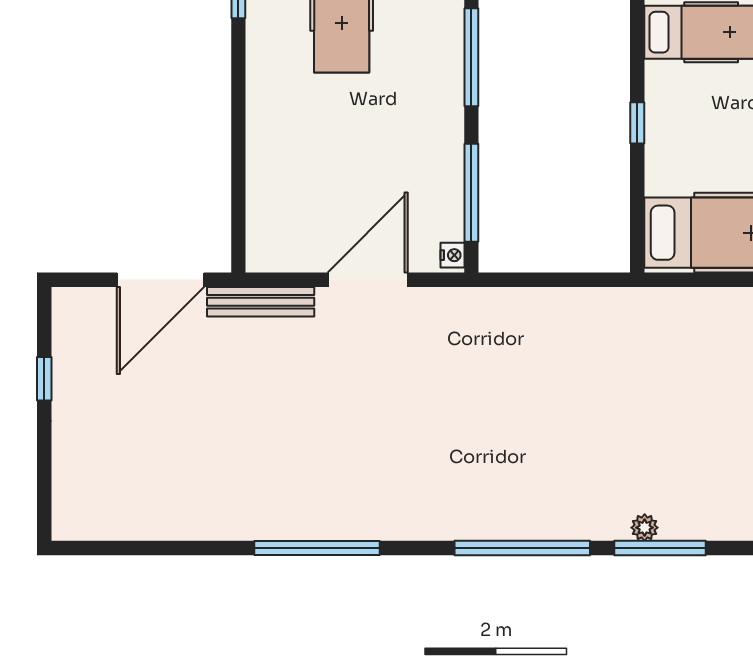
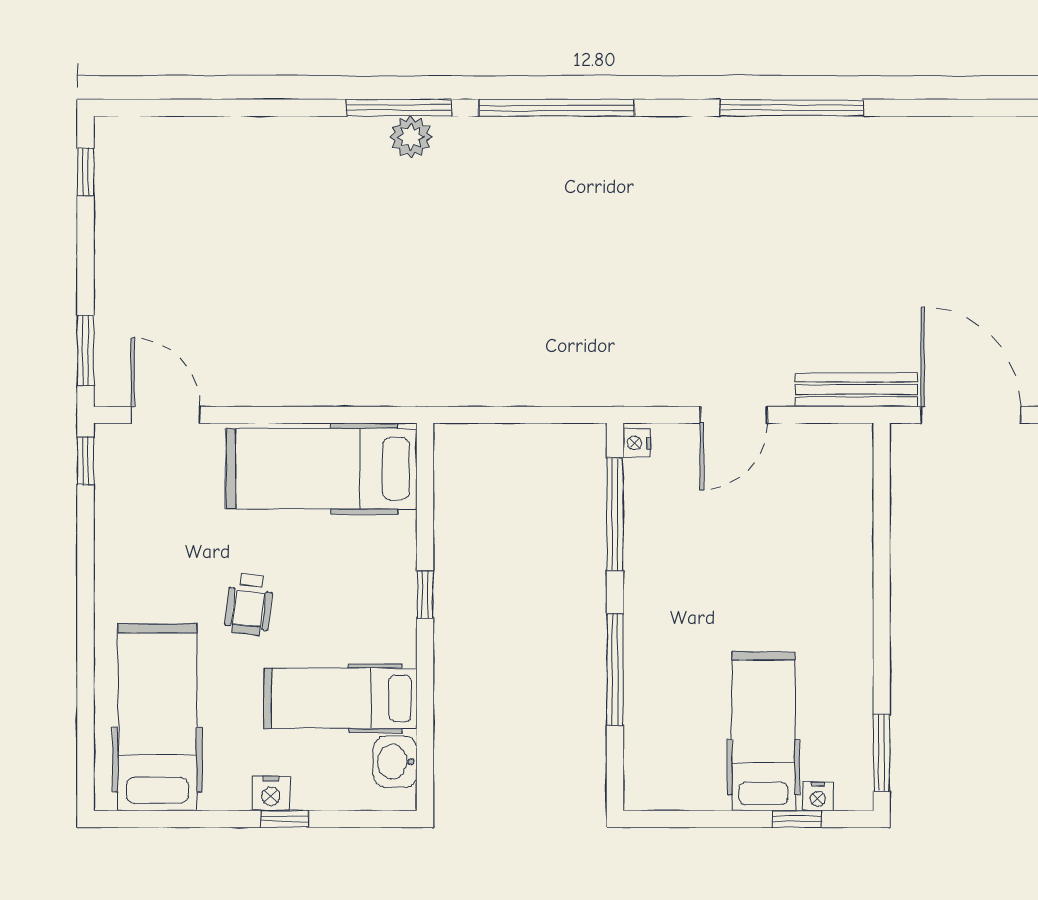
door: (160, 280) -> (971, 415), hinge flipped
door: (368, 280) -> (734, 415), width x0.73
plant: (645, 528) -> (411, 137), width x1.38, depth x1.38

